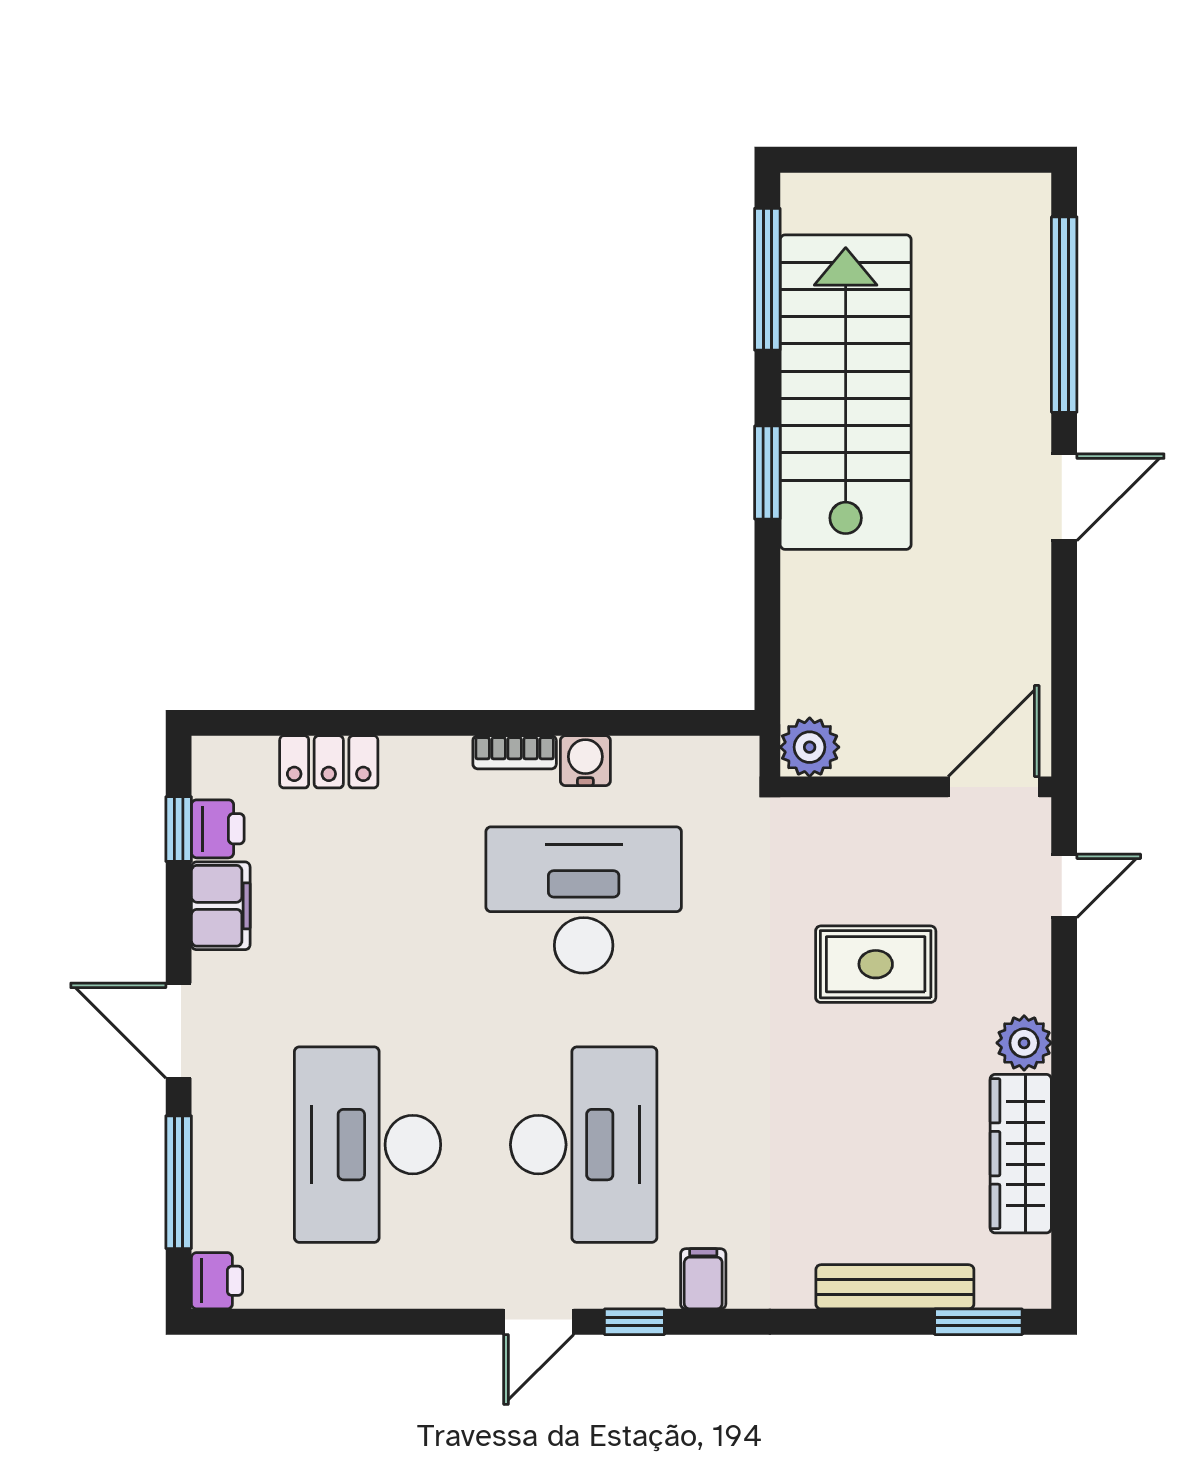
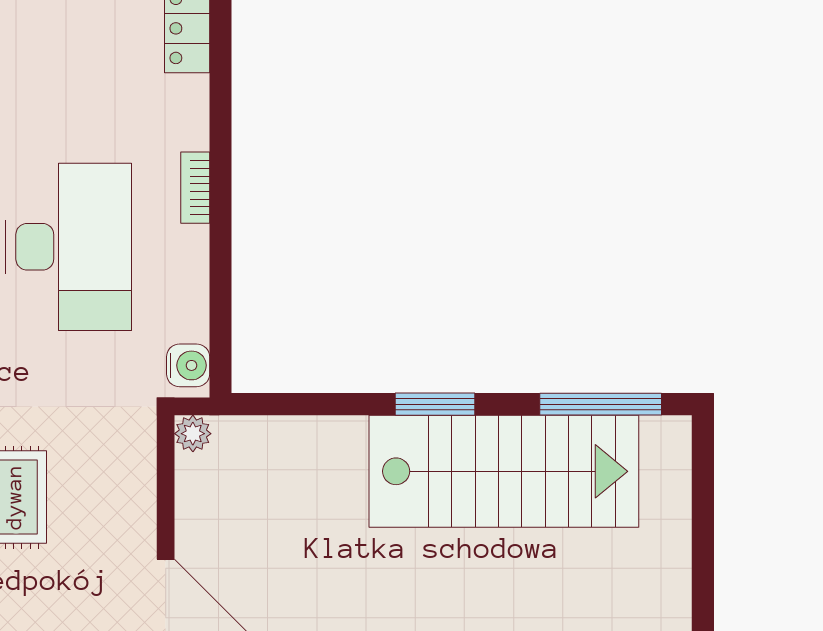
plant: (810, 747) -> (193, 434), width x0.73, depth x0.73
water cooler: (585, 761) -> (188, 365), moved

